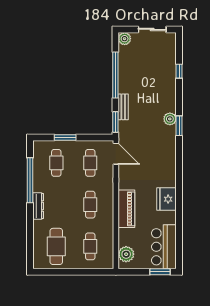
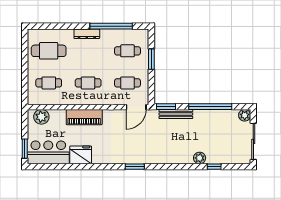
sliding door: (152, 29) -> (253, 141), width x1.37
bench: (123, 107) -> (176, 114), width x1.36
plant: (170, 119) -> (200, 158), moved
window: (179, 126) -> (135, 167), moved
fridge: (167, 199) -> (81, 155), moved

